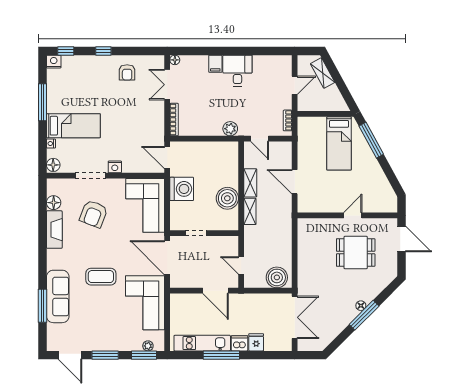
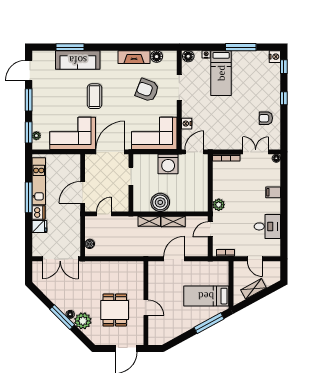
desk: (237, 71) -> (267, 226), moved
shelving: (323, 73) -> (253, 289), moved
nightstand: (115, 167) -> (187, 124), moved
boiler: (277, 277) -> (90, 244), width x0.54, depth x0.54
plant: (369, 290) -> (83, 321), added

